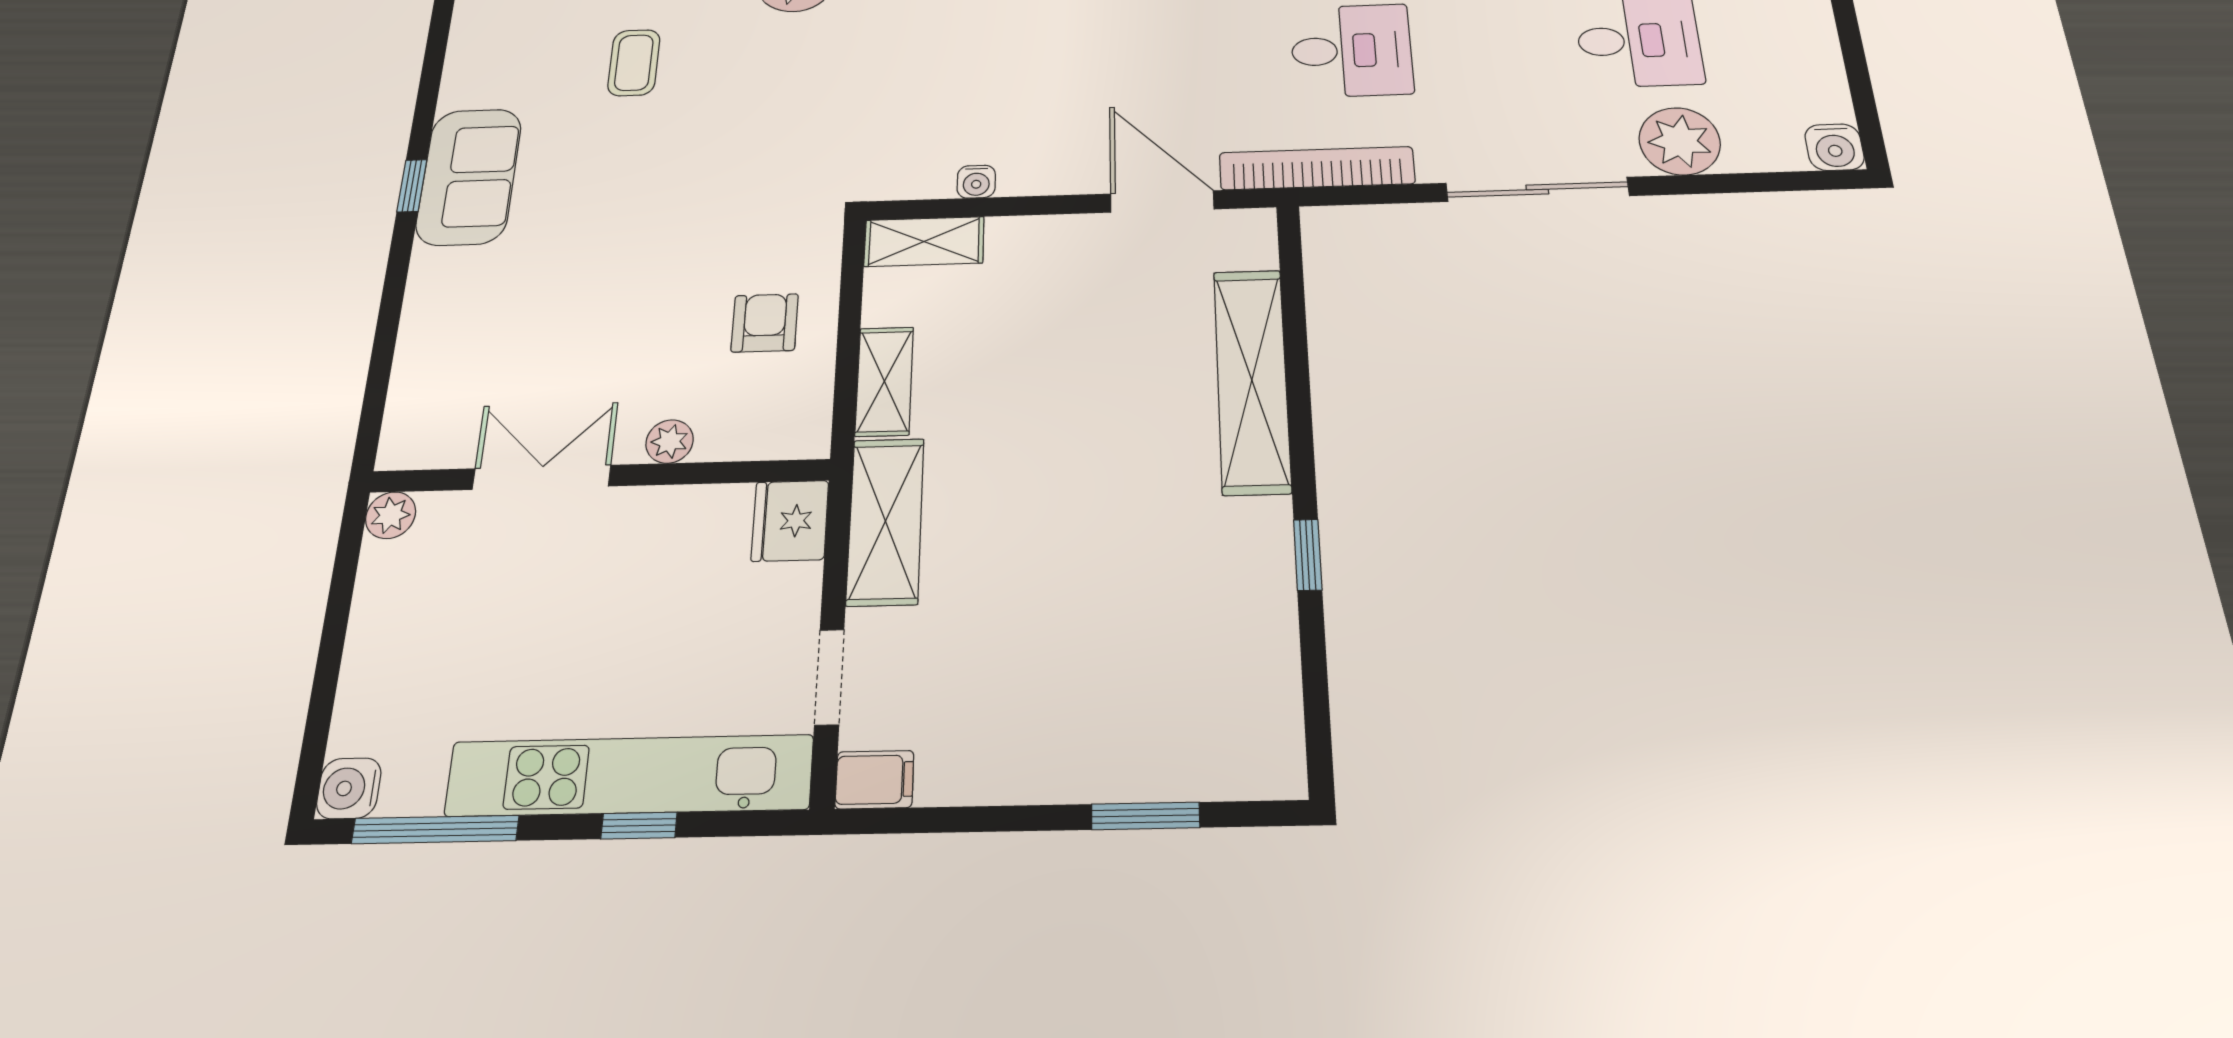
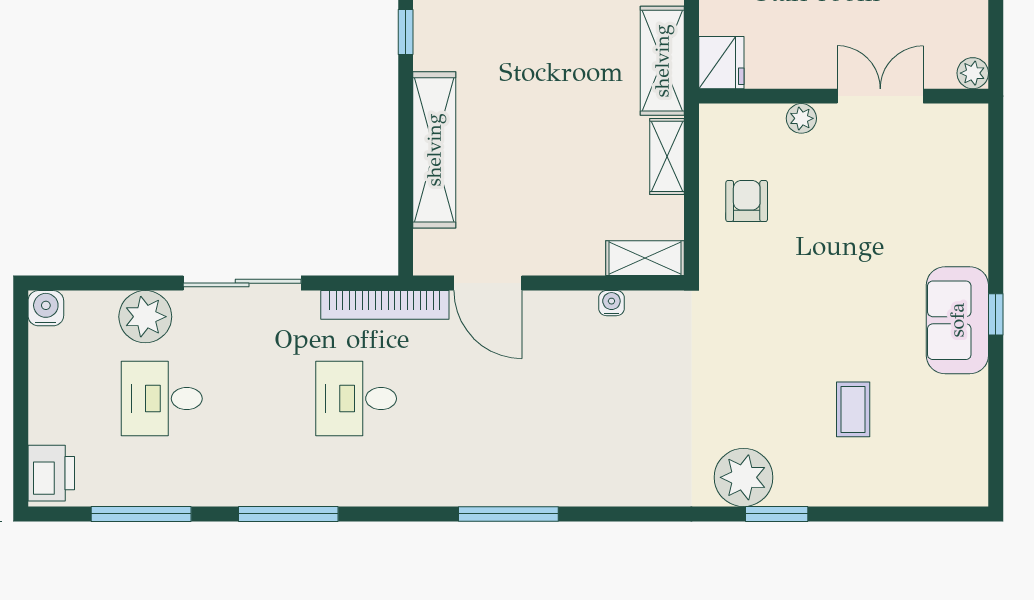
armchair: (765, 323) -> (747, 201), turned 180
double door: (541, 477) -> (880, 96), swing flipped

